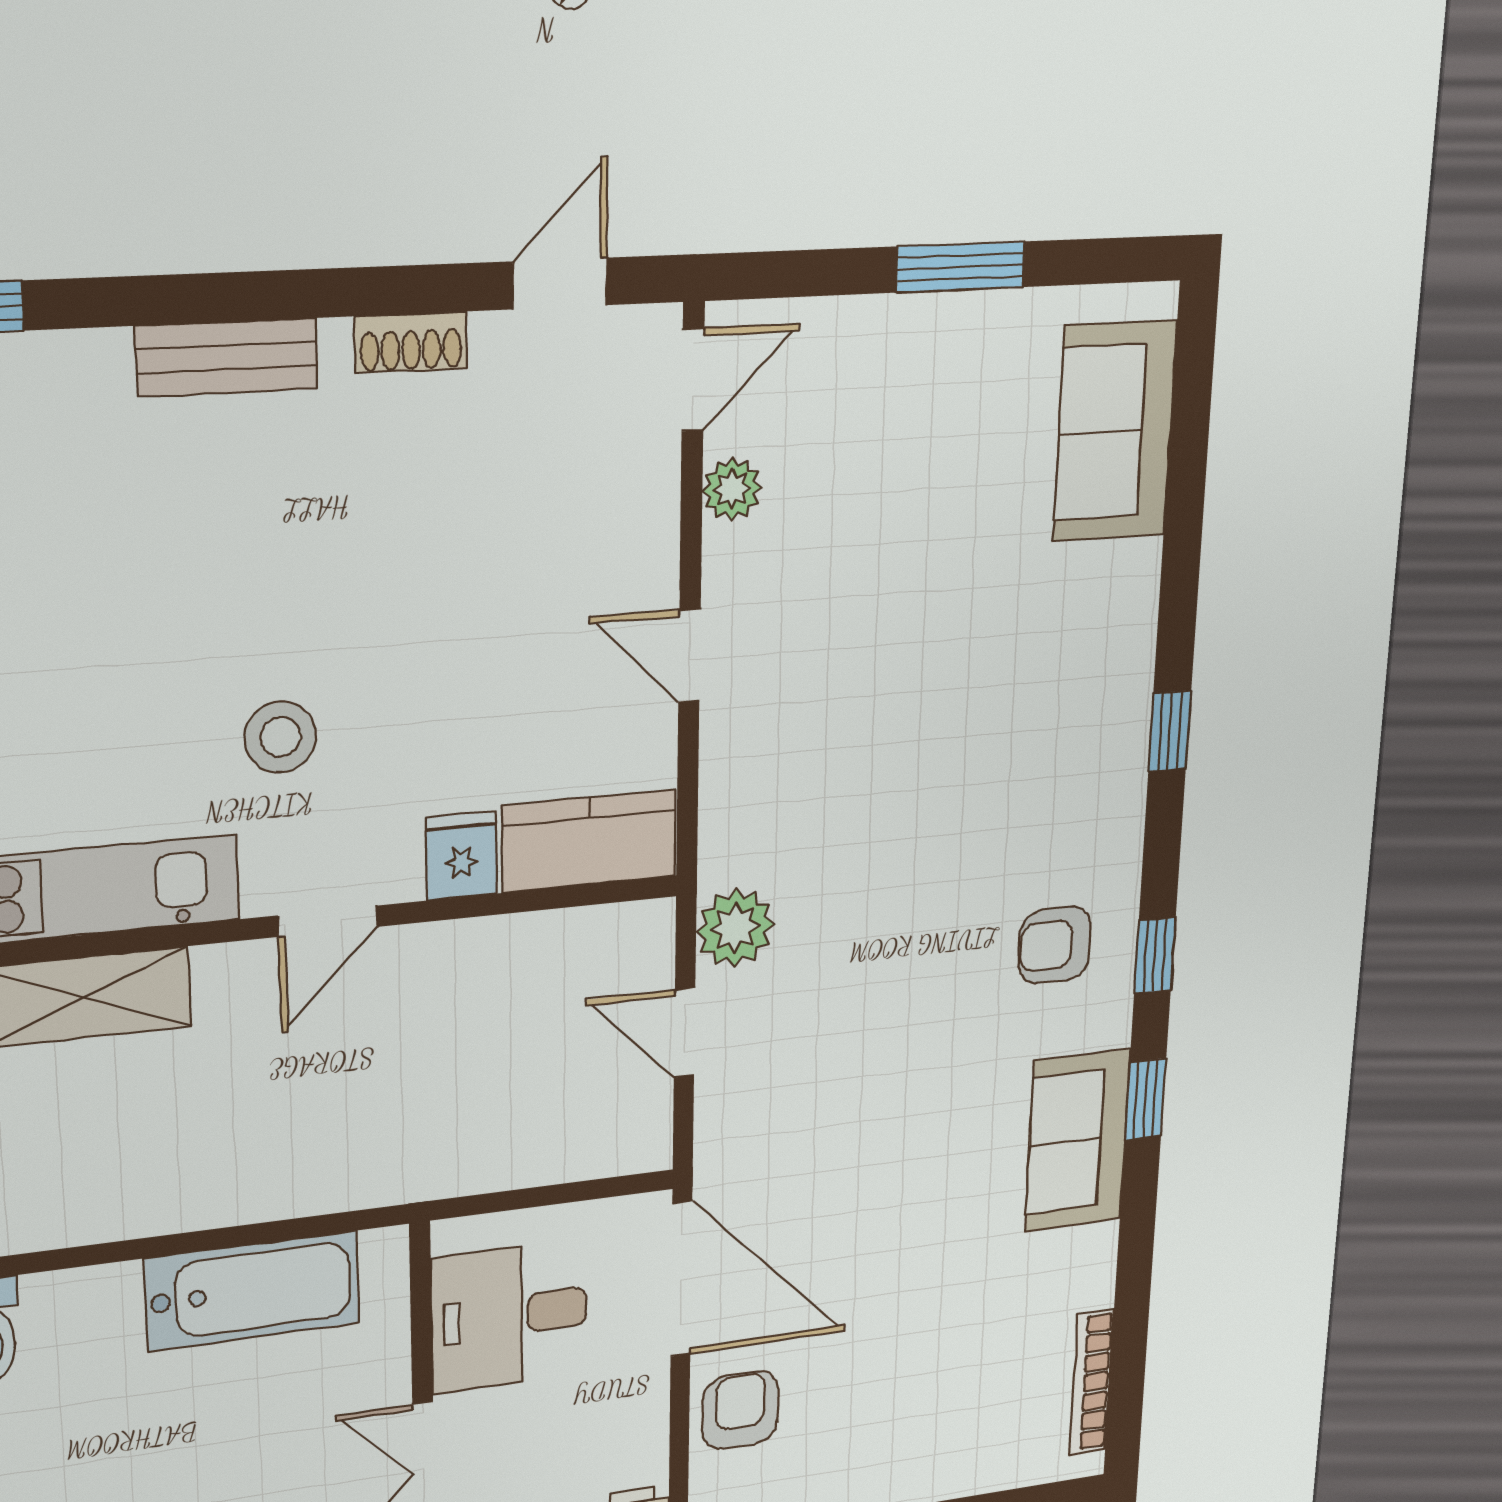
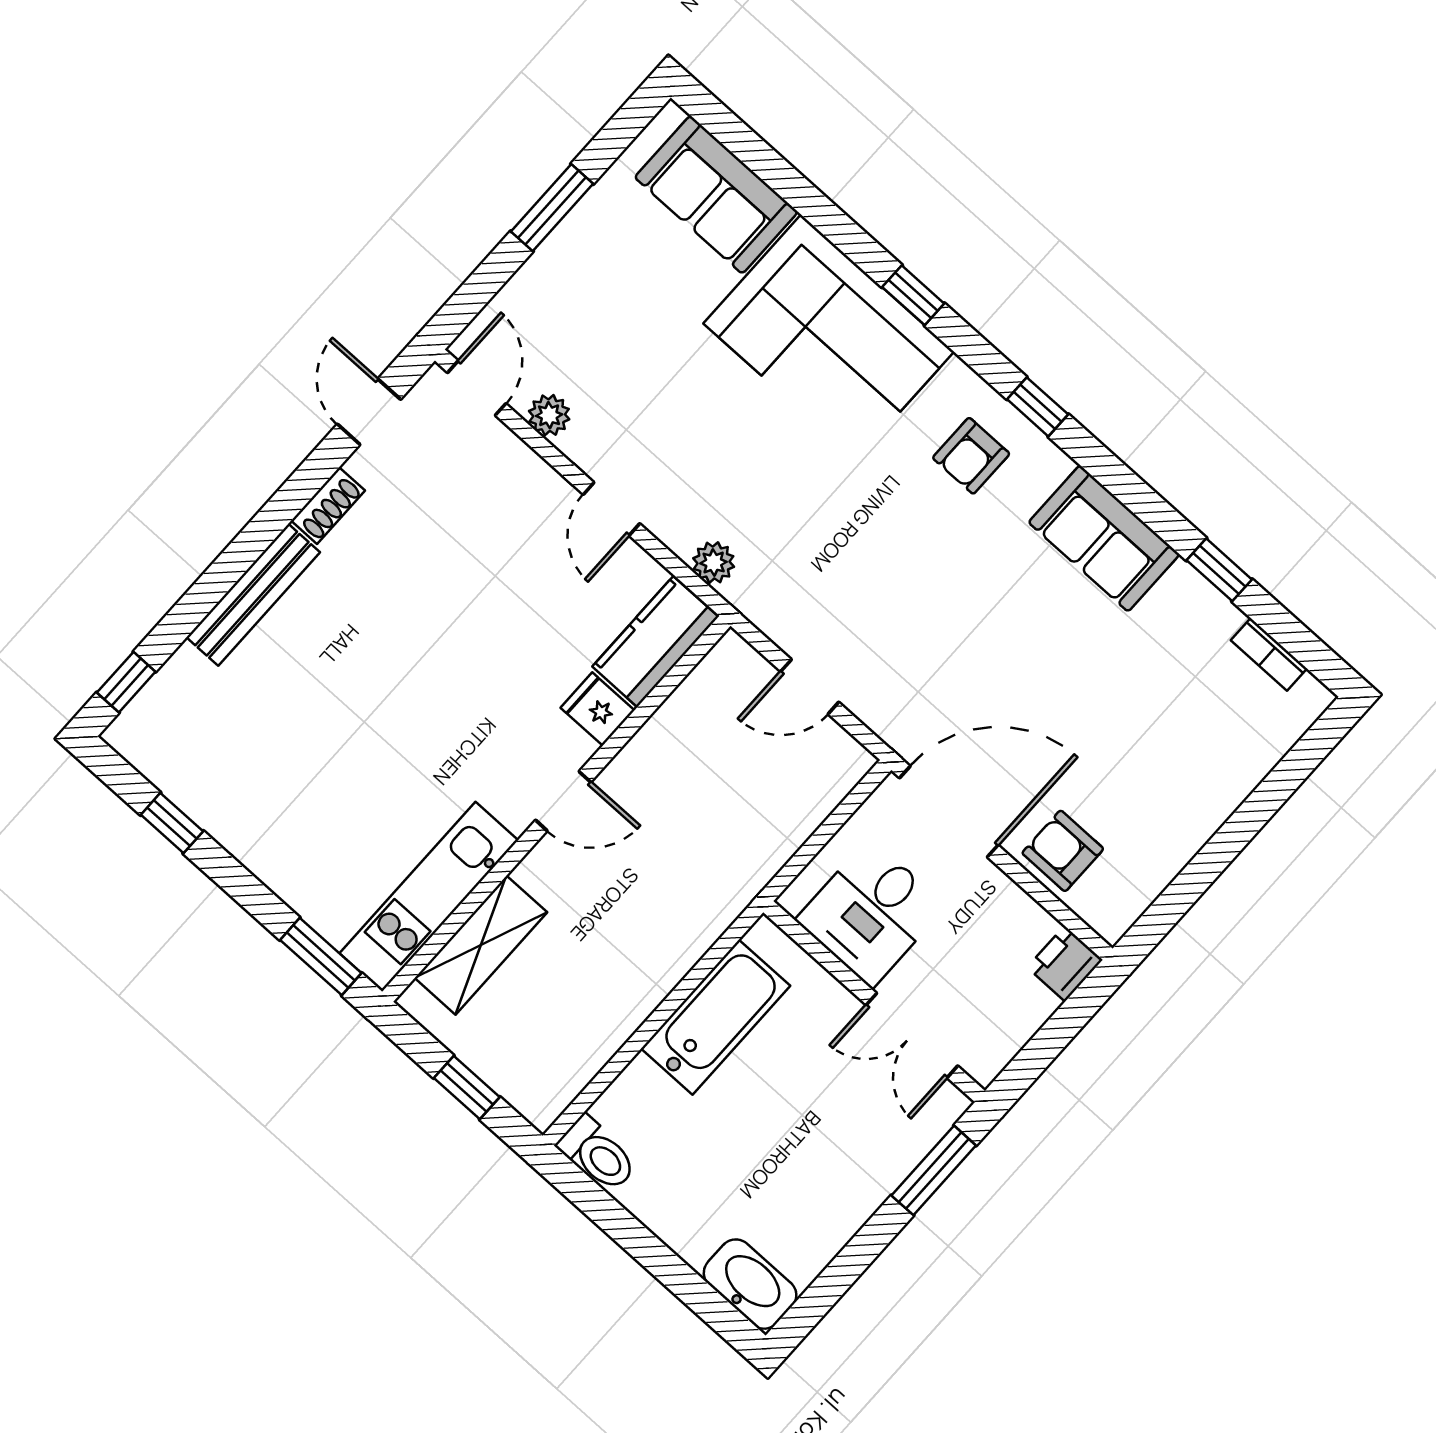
bench: (227, 357) -> (253, 595), width x1.36
door: (689, 656) -> (612, 509), hinge flipped
corner sofa: (1059, 693) -> (829, 338), added
stool: (280, 737) -> (450, 737), removed
door: (328, 921) -> (563, 801), hinge flipped
plant: (735, 928) -> (714, 563), moved, width x0.73, depth x0.73
window: (1145, 1099) -> (1219, 570), moved
bookcase: (1092, 1382) -> (1269, 654), width x0.64

